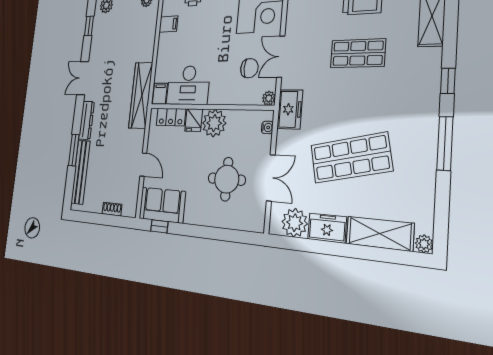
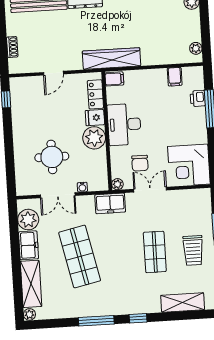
desk: (188, 85) -> (124, 124), moved
water cooler: (267, 127) -> (82, 187), moved
sofa: (162, 205) -> (23, 99), removed

